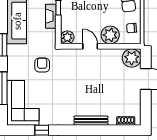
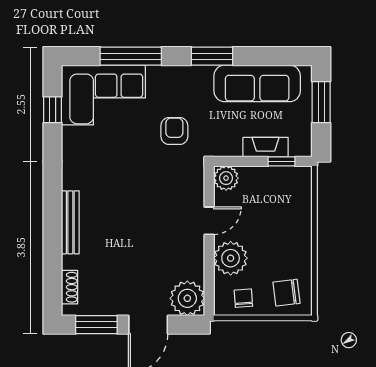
armchair: (42, 65) -> (174, 131), turned -90
window: (146, 107) -> (96, 325), added
window: (42, 130) -> (53, 110), moved

